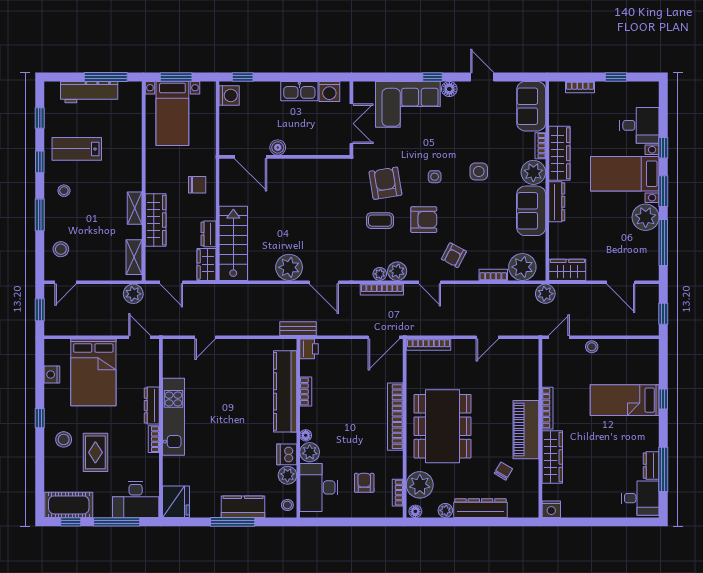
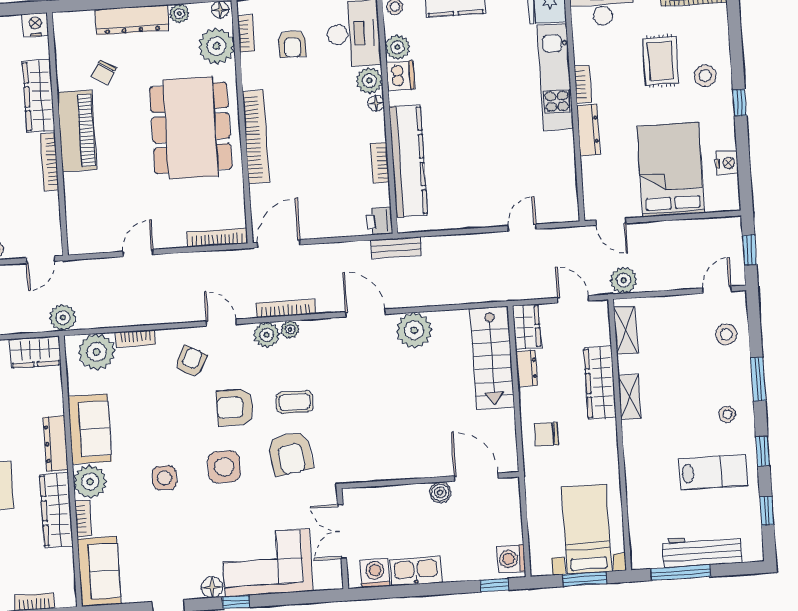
side table: (435, 177) -> (224, 467), width x1.87, depth x1.87
kitchen unit: (173, 417) -> (555, 77), moved

